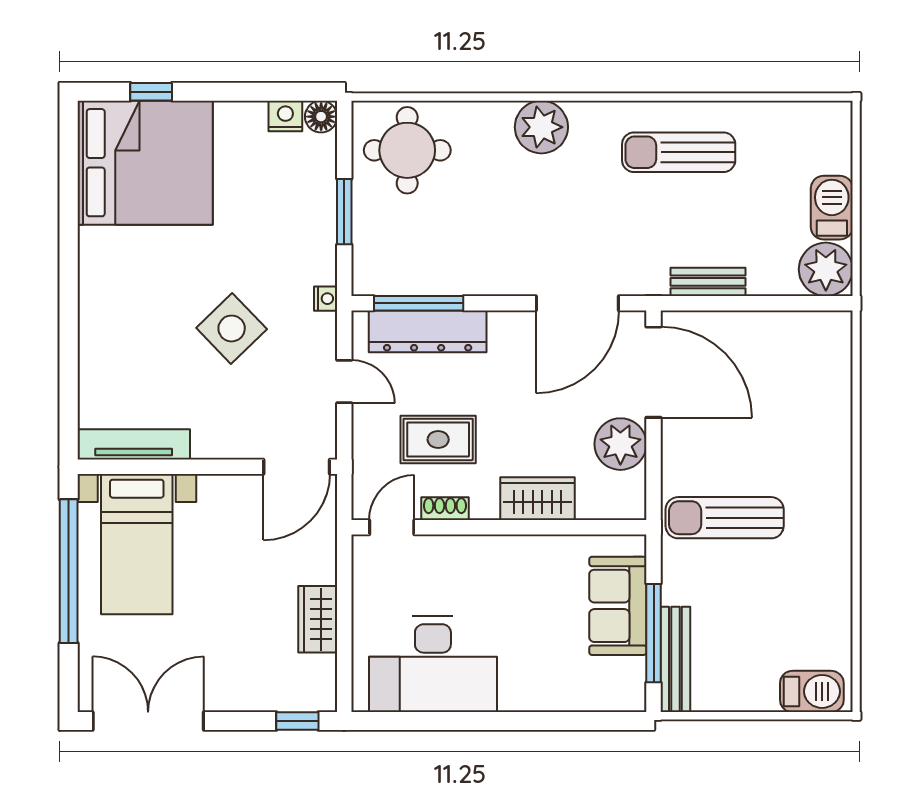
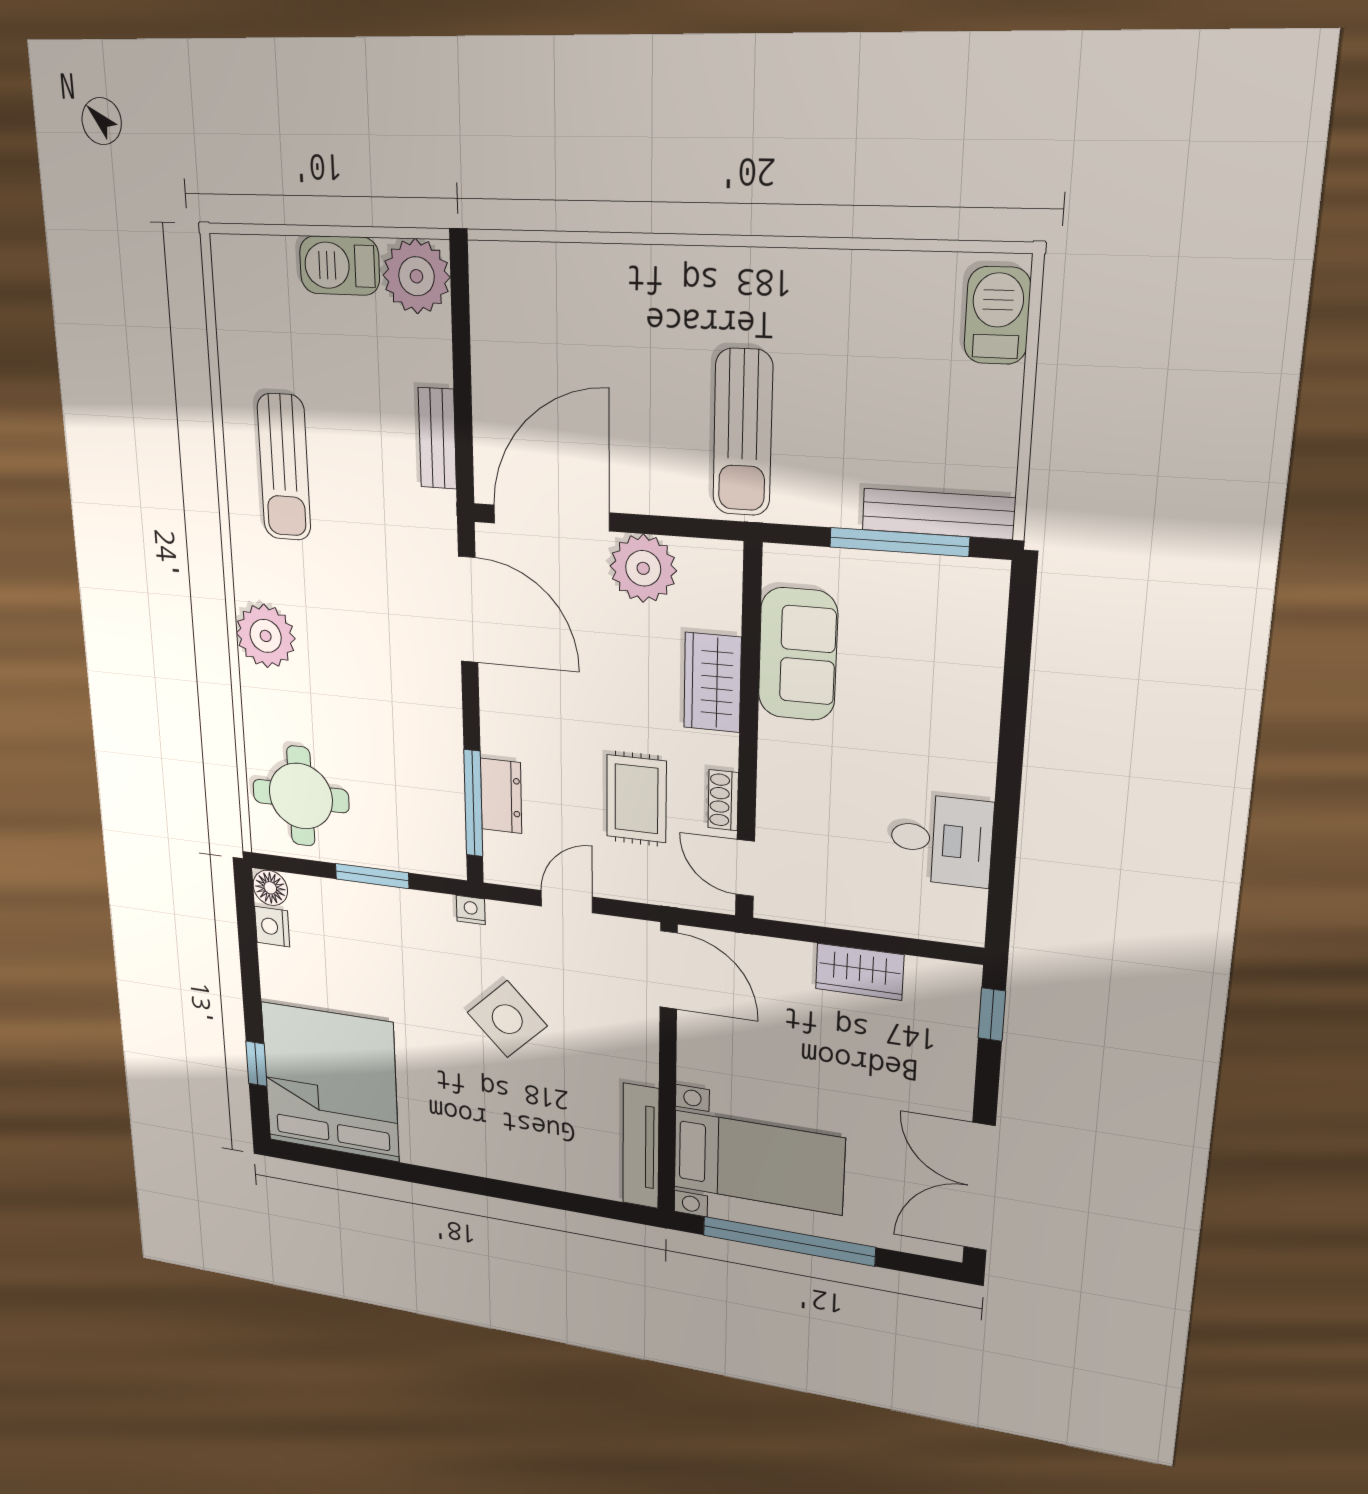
dresser: (428, 331) -> (501, 796), width x0.51, depth x0.80
sofa: (618, 606) -> (798, 654), moved, turned -90
desk: (433, 664) -> (941, 840), width x0.53, depth x0.77

